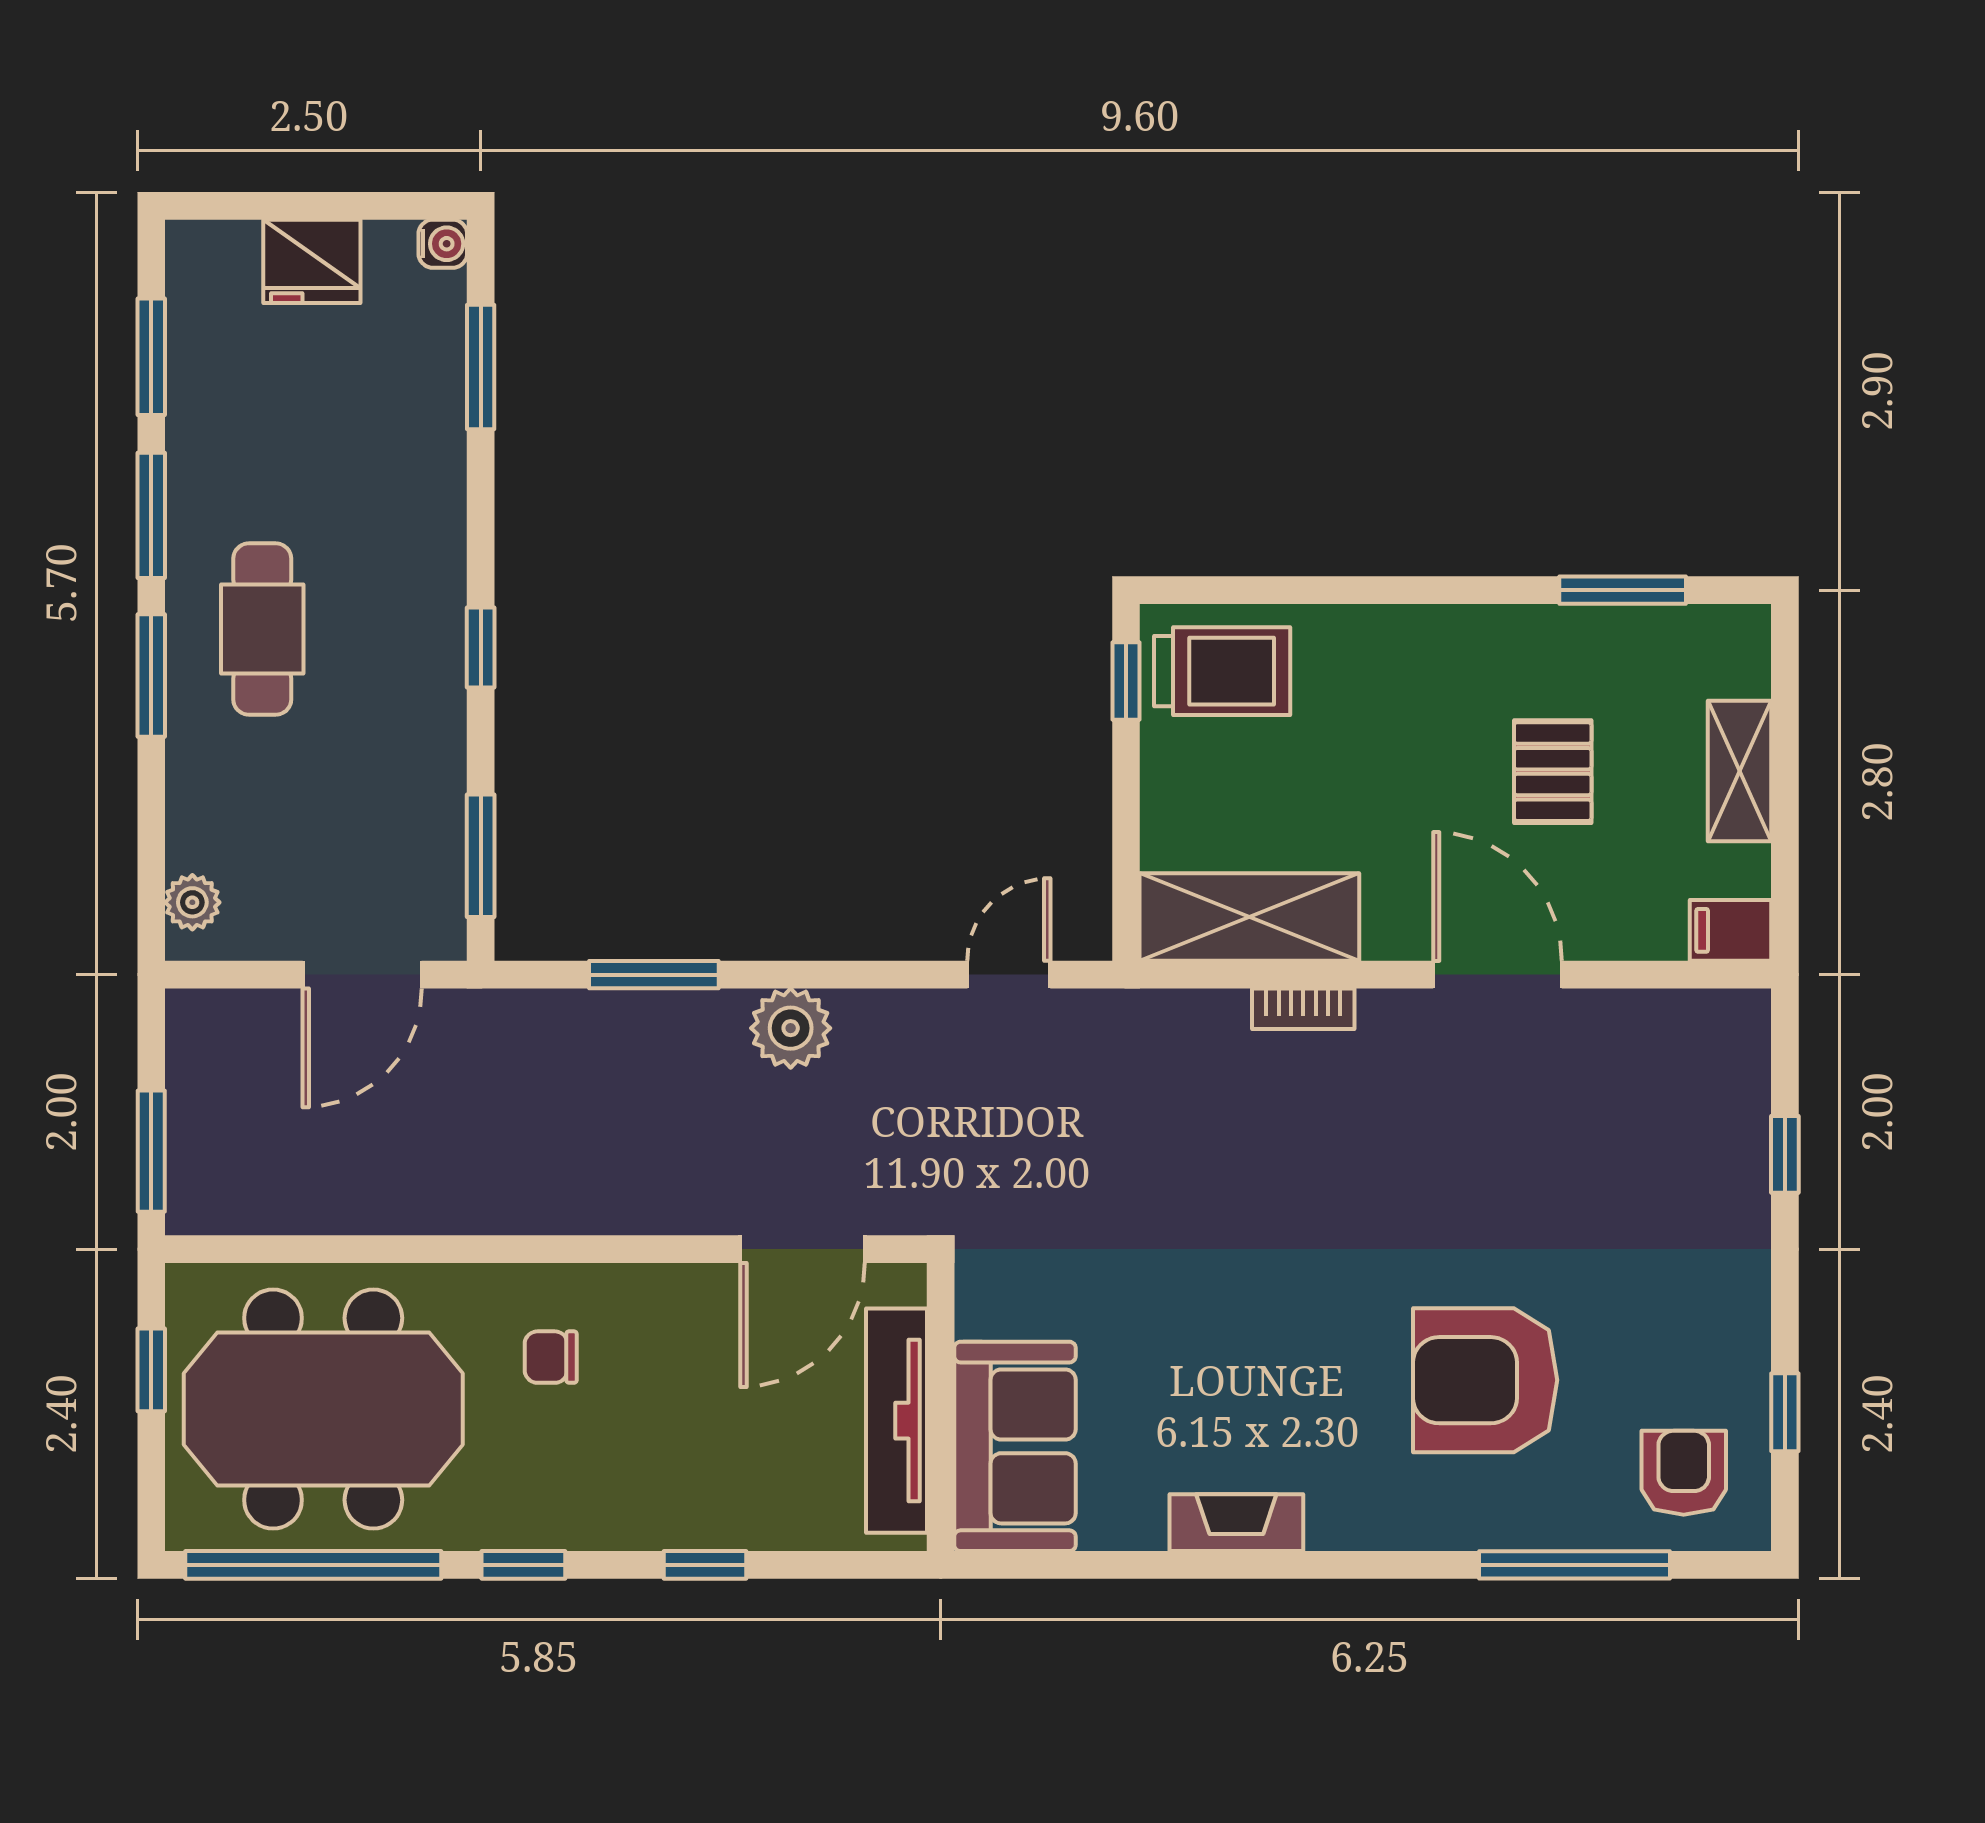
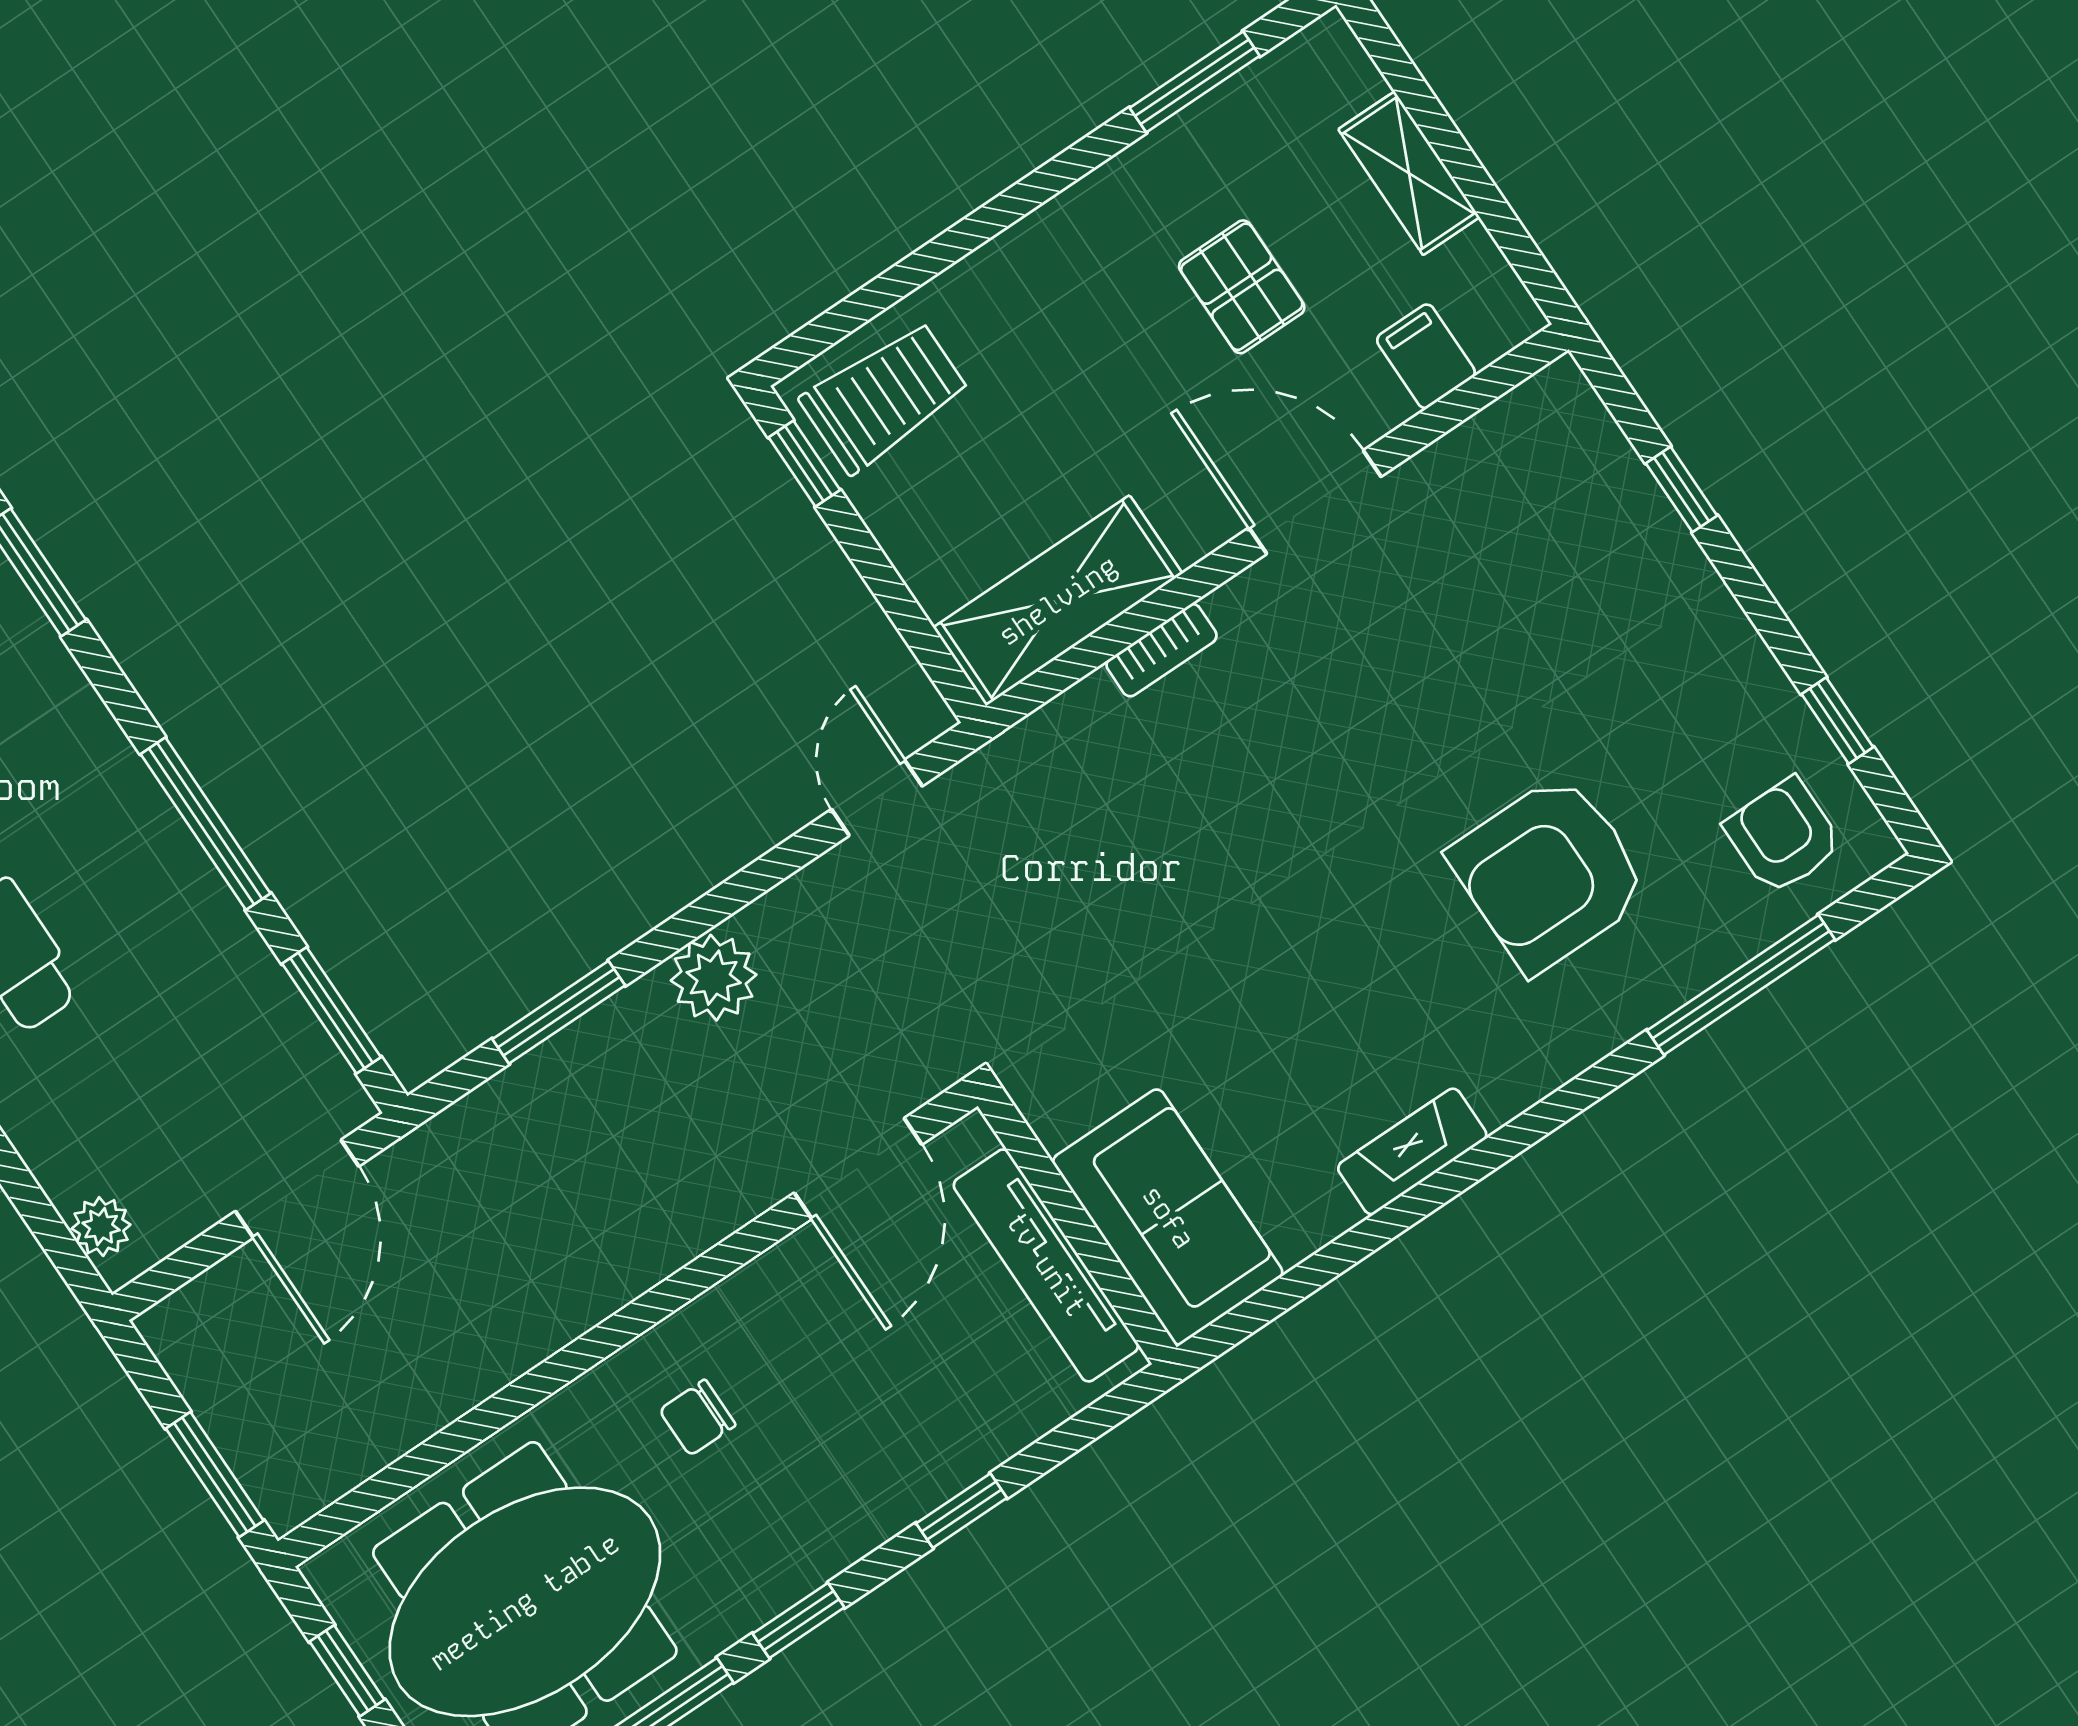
window: (481, 647) -> (206, 824), width x2.17
filing cabinet: (1731, 930) -> (1426, 356), moved, turned 90

